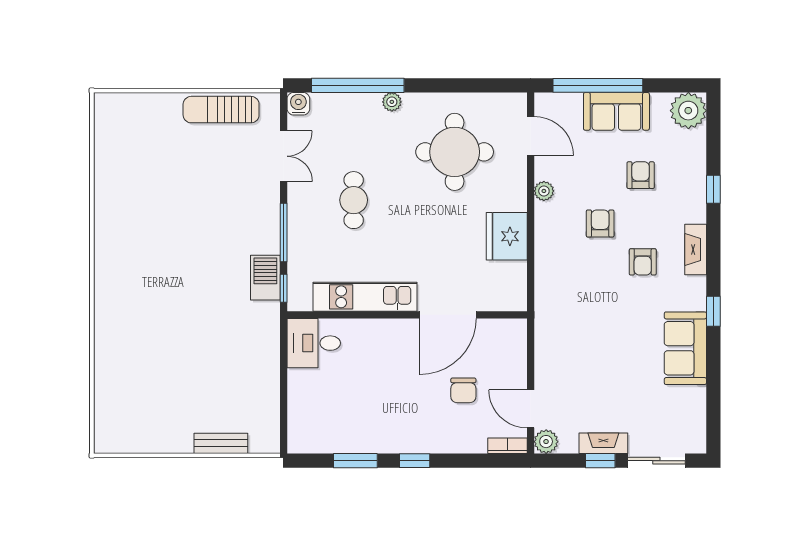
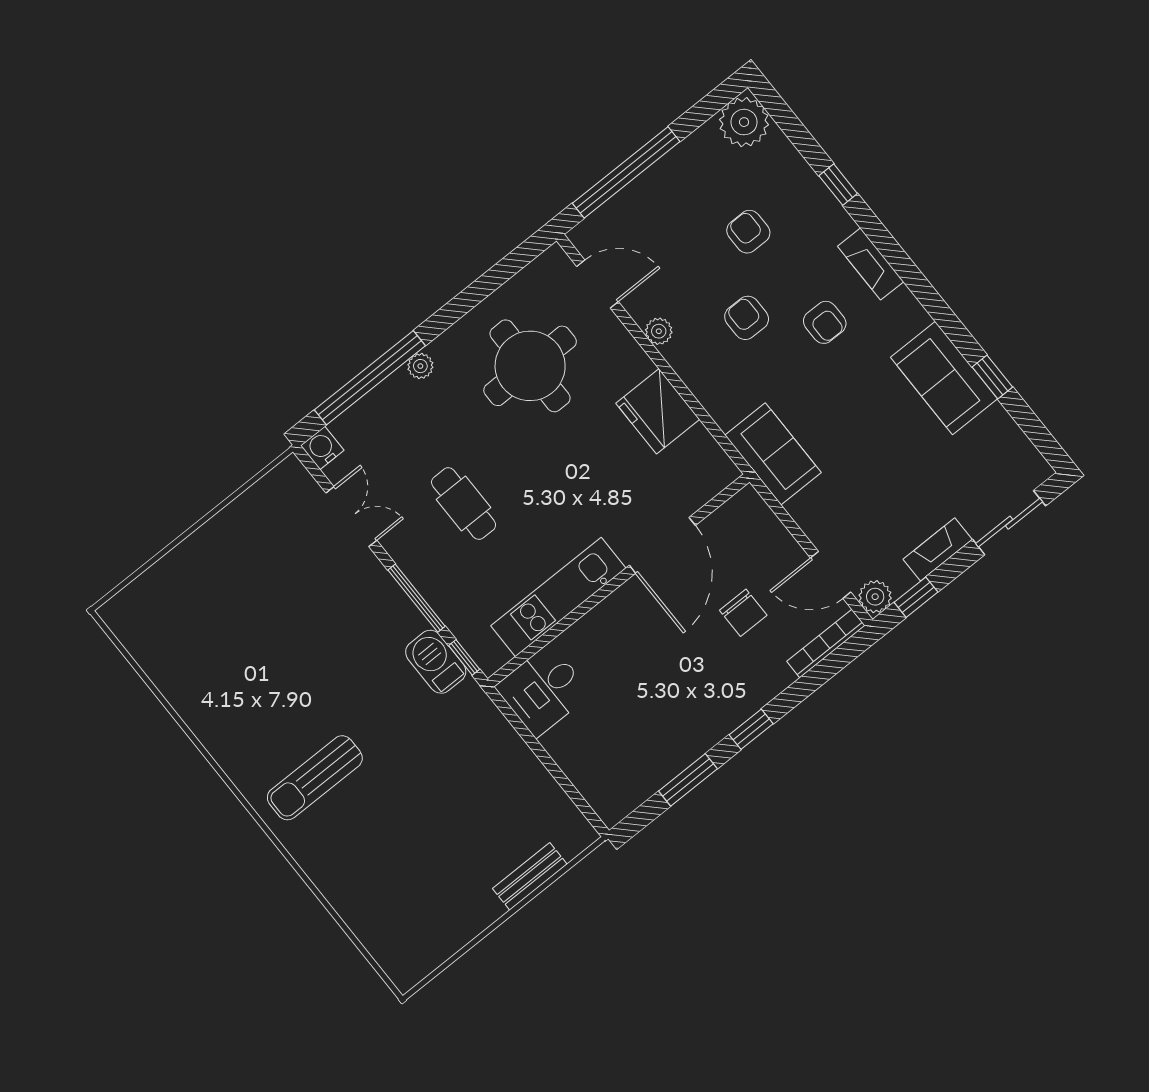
sun lounger: (221, 110) -> (315, 778), moved
sofa: (616, 111) -> (773, 454), moved, turned -90
window: (713, 311) -> (992, 377), moved
bookcase: (507, 446) -> (826, 643), width x1.56
window: (600, 461) -> (916, 597), moved

